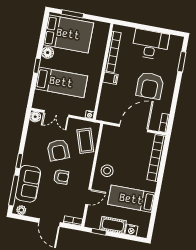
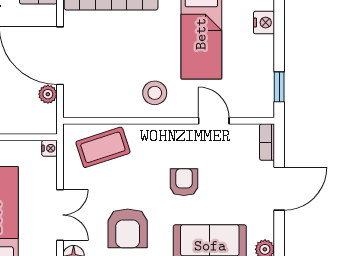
plant: (116, 119) -> (48, 94), added
armchair: (58, 150) -> (128, 228), moved, turned 112
cot: (113, 225) -> (261, 61), removed

